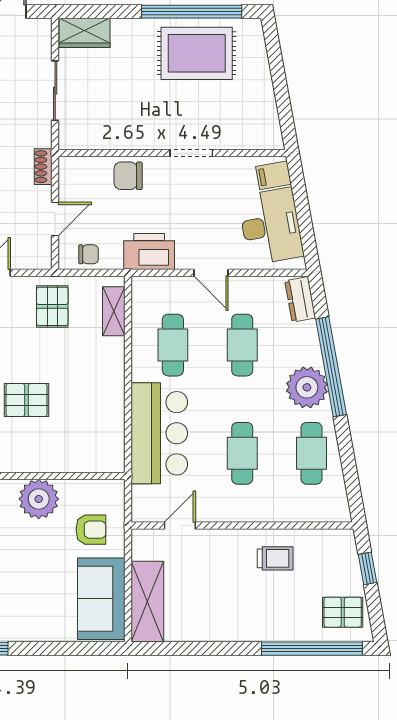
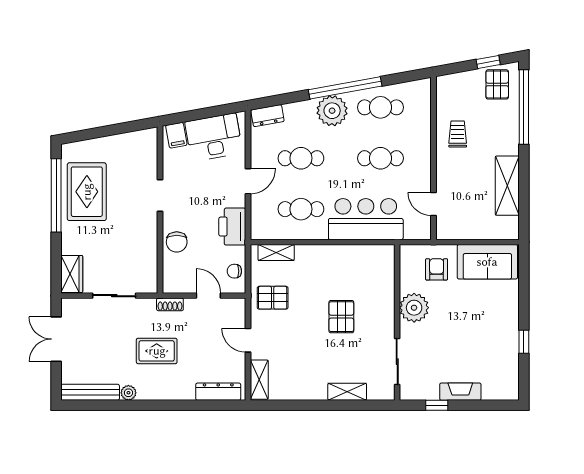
chair: (88, 254) -> (234, 271), turned -90
window: (331, 367) -> (345, 88), moved
window: (368, 568) -> (488, 62), moved
shelving: (147, 602) -> (507, 186), moved, turned 90

